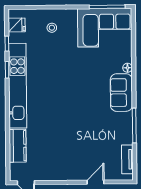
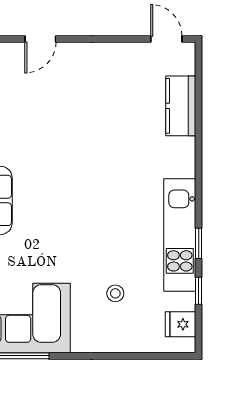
stool: (52, 28) -> (115, 293), moved
kitchen unit: (18, 86) -> (180, 235), width x0.73

